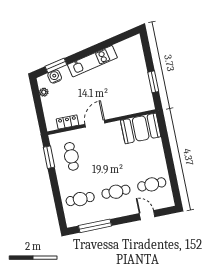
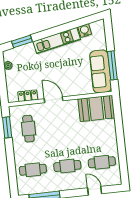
water cooler: (55, 77) -> (85, 30), moved
window: (153, 82) -> (112, 65), width x1.44
sofa: (141, 89) -> (101, 71), added
door: (95, 124) -> (54, 100), hinge flipped

